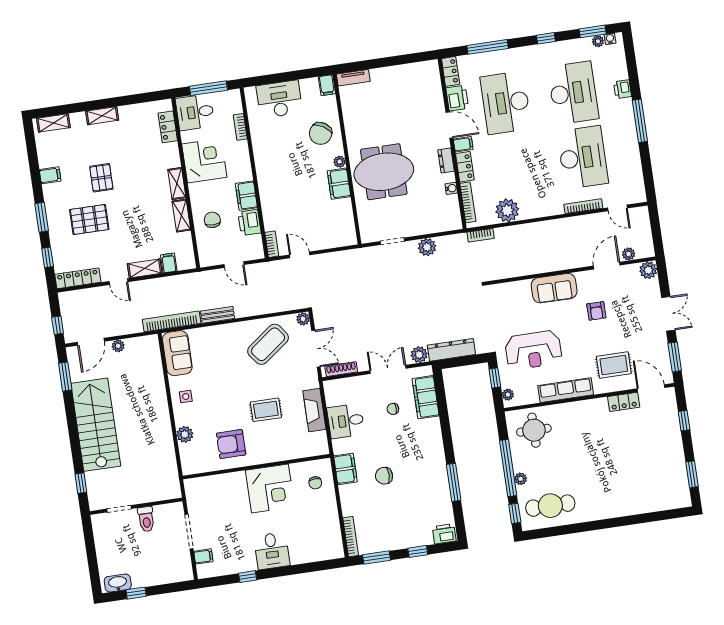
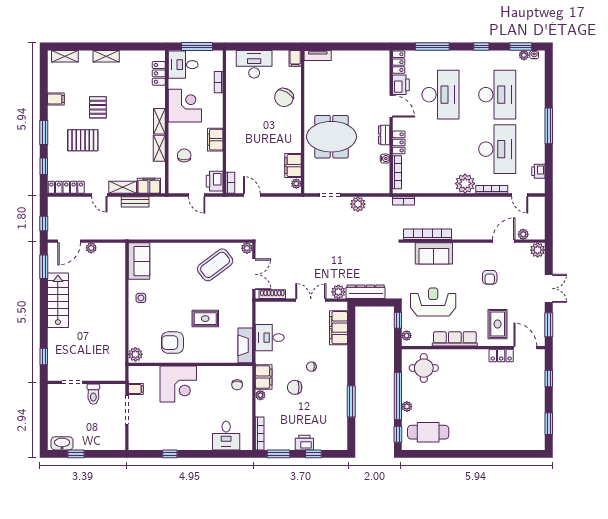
printer: (623, 89) -> (538, 171), moved
desk: (506, 103) -> (440, 95), turned 180
filing cabinet: (463, 144) -> (400, 124), removed
plant: (340, 162) -> (296, 184), moved
filing cabinet: (339, 184) -> (293, 166), moved
plant: (507, 210) -> (465, 184), moved
printer: (250, 222) -> (215, 181), moved
filing cabinet: (169, 263) -> (149, 186), width x2.00
sofa: (554, 288) -> (434, 253), moved
bench: (217, 315) -> (135, 202), moved
bookcase: (172, 321) -> (427, 234), moved
reception desk: (533, 350) -> (433, 302), turned 180
rug: (614, 365) -> (498, 324), turned 90
chair: (393, 409) -> (311, 367), moved
fireplace: (314, 410) -> (245, 345), moved
stairs: (96, 425) -> (58, 300), width x0.73, depth x0.66
plant: (185, 434) -> (135, 354), moved
corner desk: (270, 488) -> (178, 384), moved
plant: (345, 491) -> (260, 395), added
printer: (444, 534) -> (304, 443), moved
desk: (272, 551) -> (226, 436), moved
filing cabinet: (203, 556) -> (136, 389), moved

